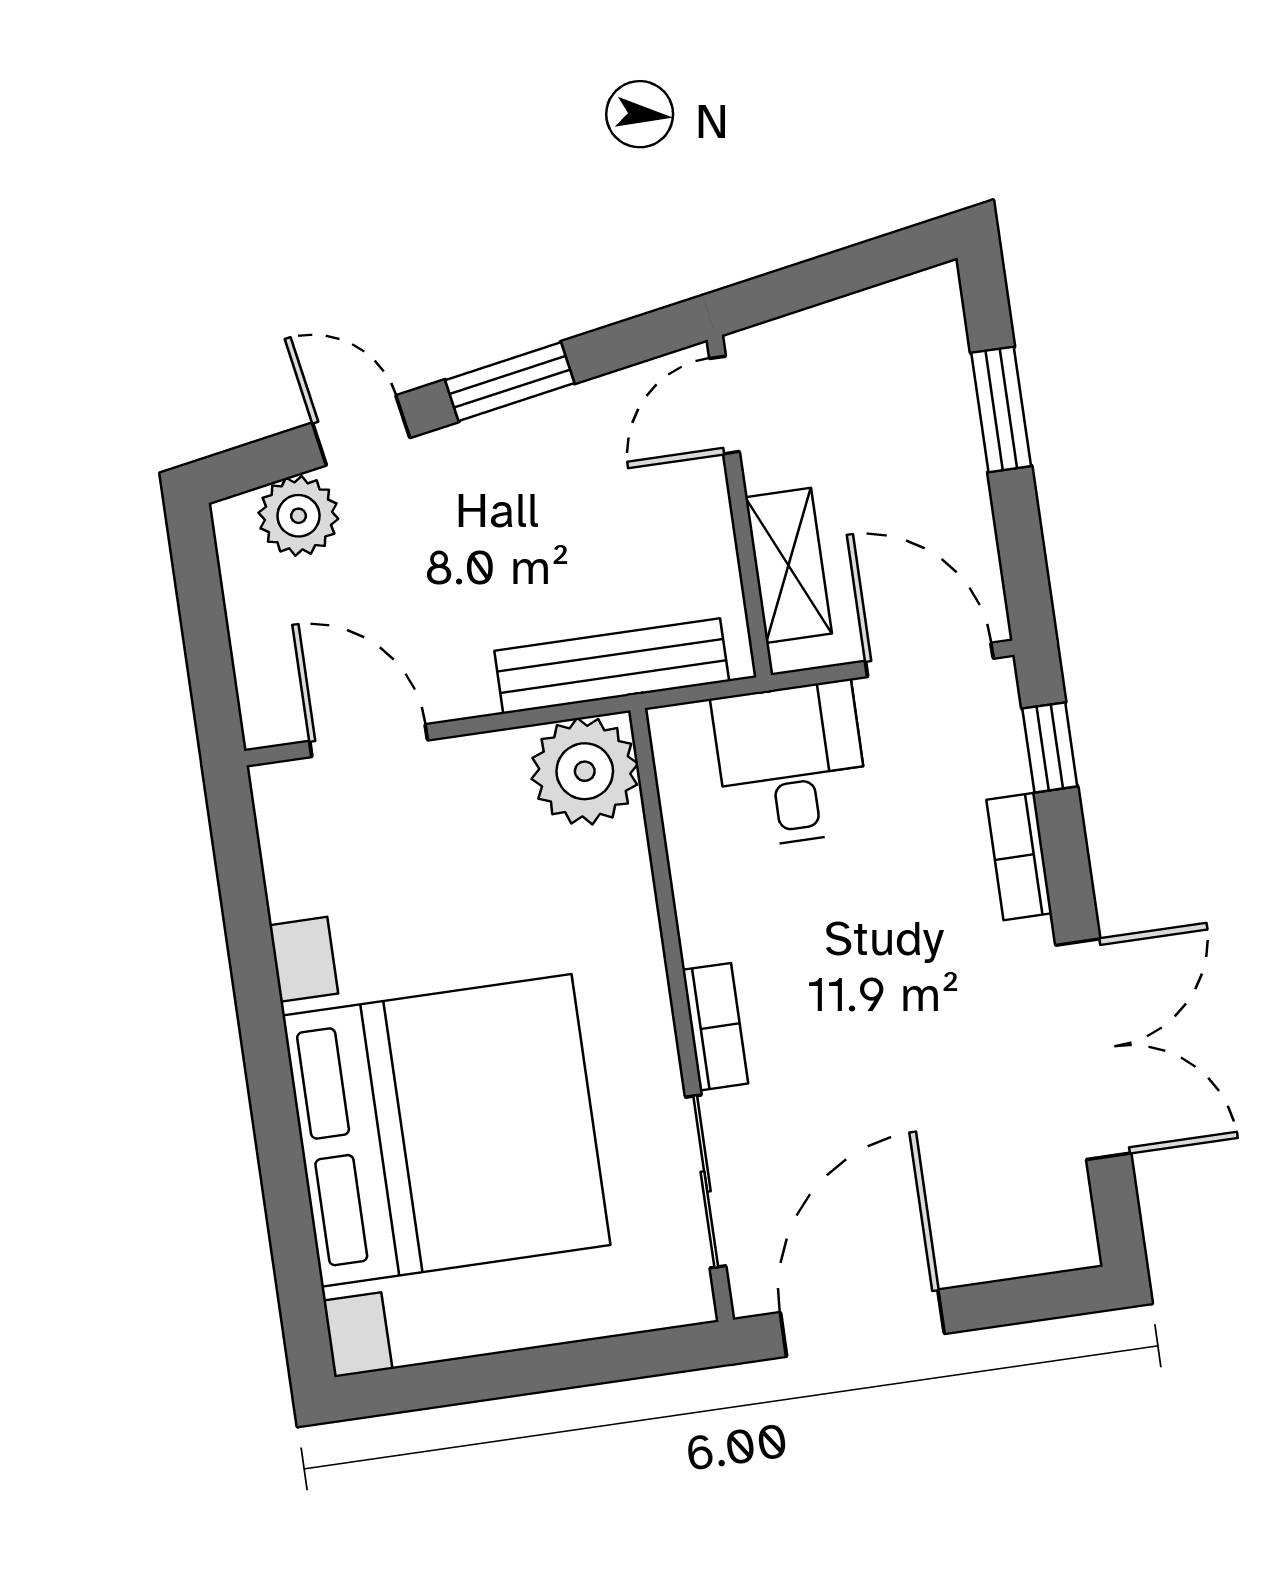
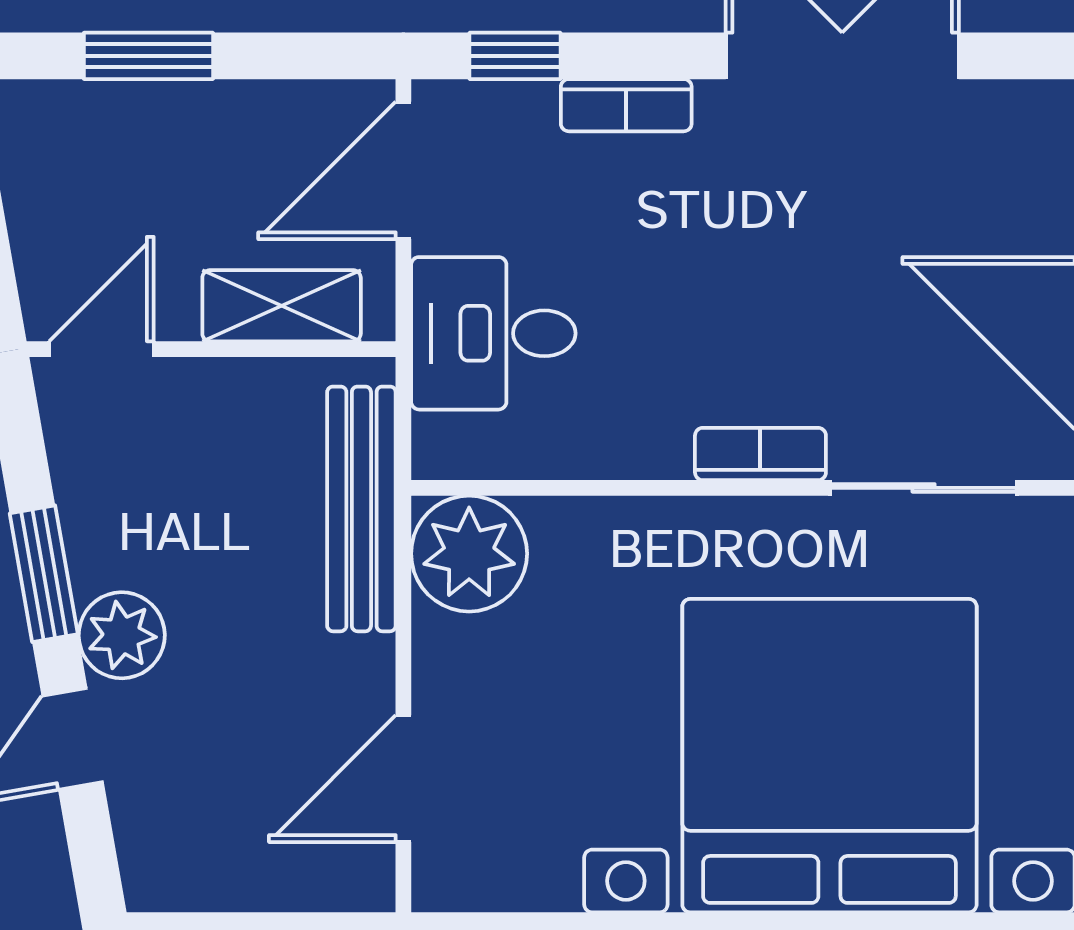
door: (725, 405) -> (101, 349), swing flipped
plant: (298, 516) -> (122, 635), moved

